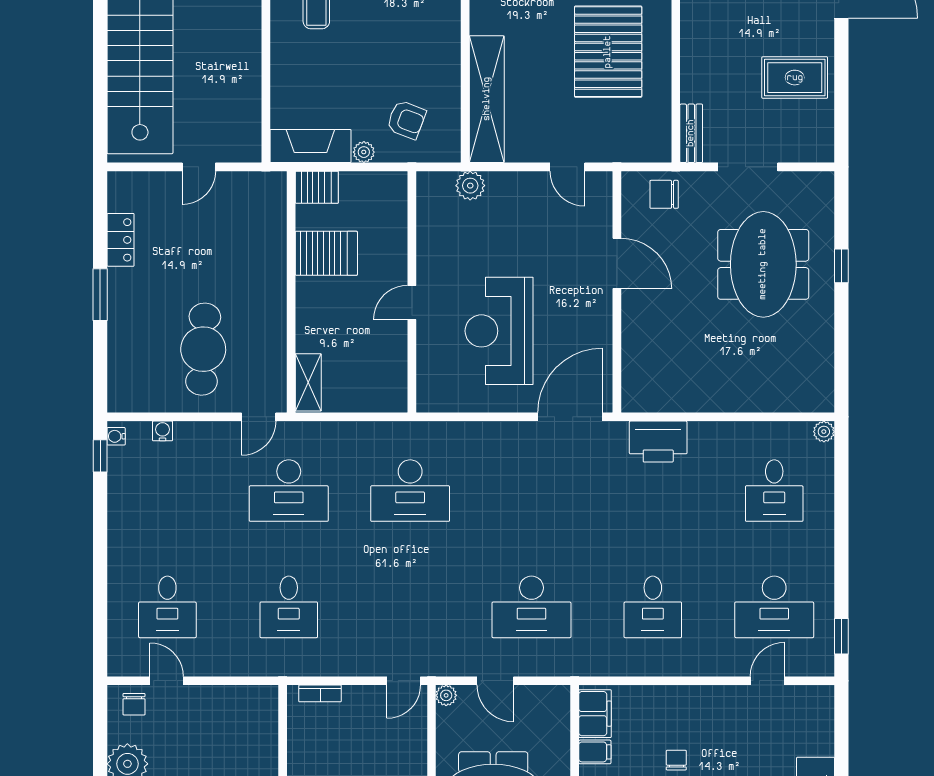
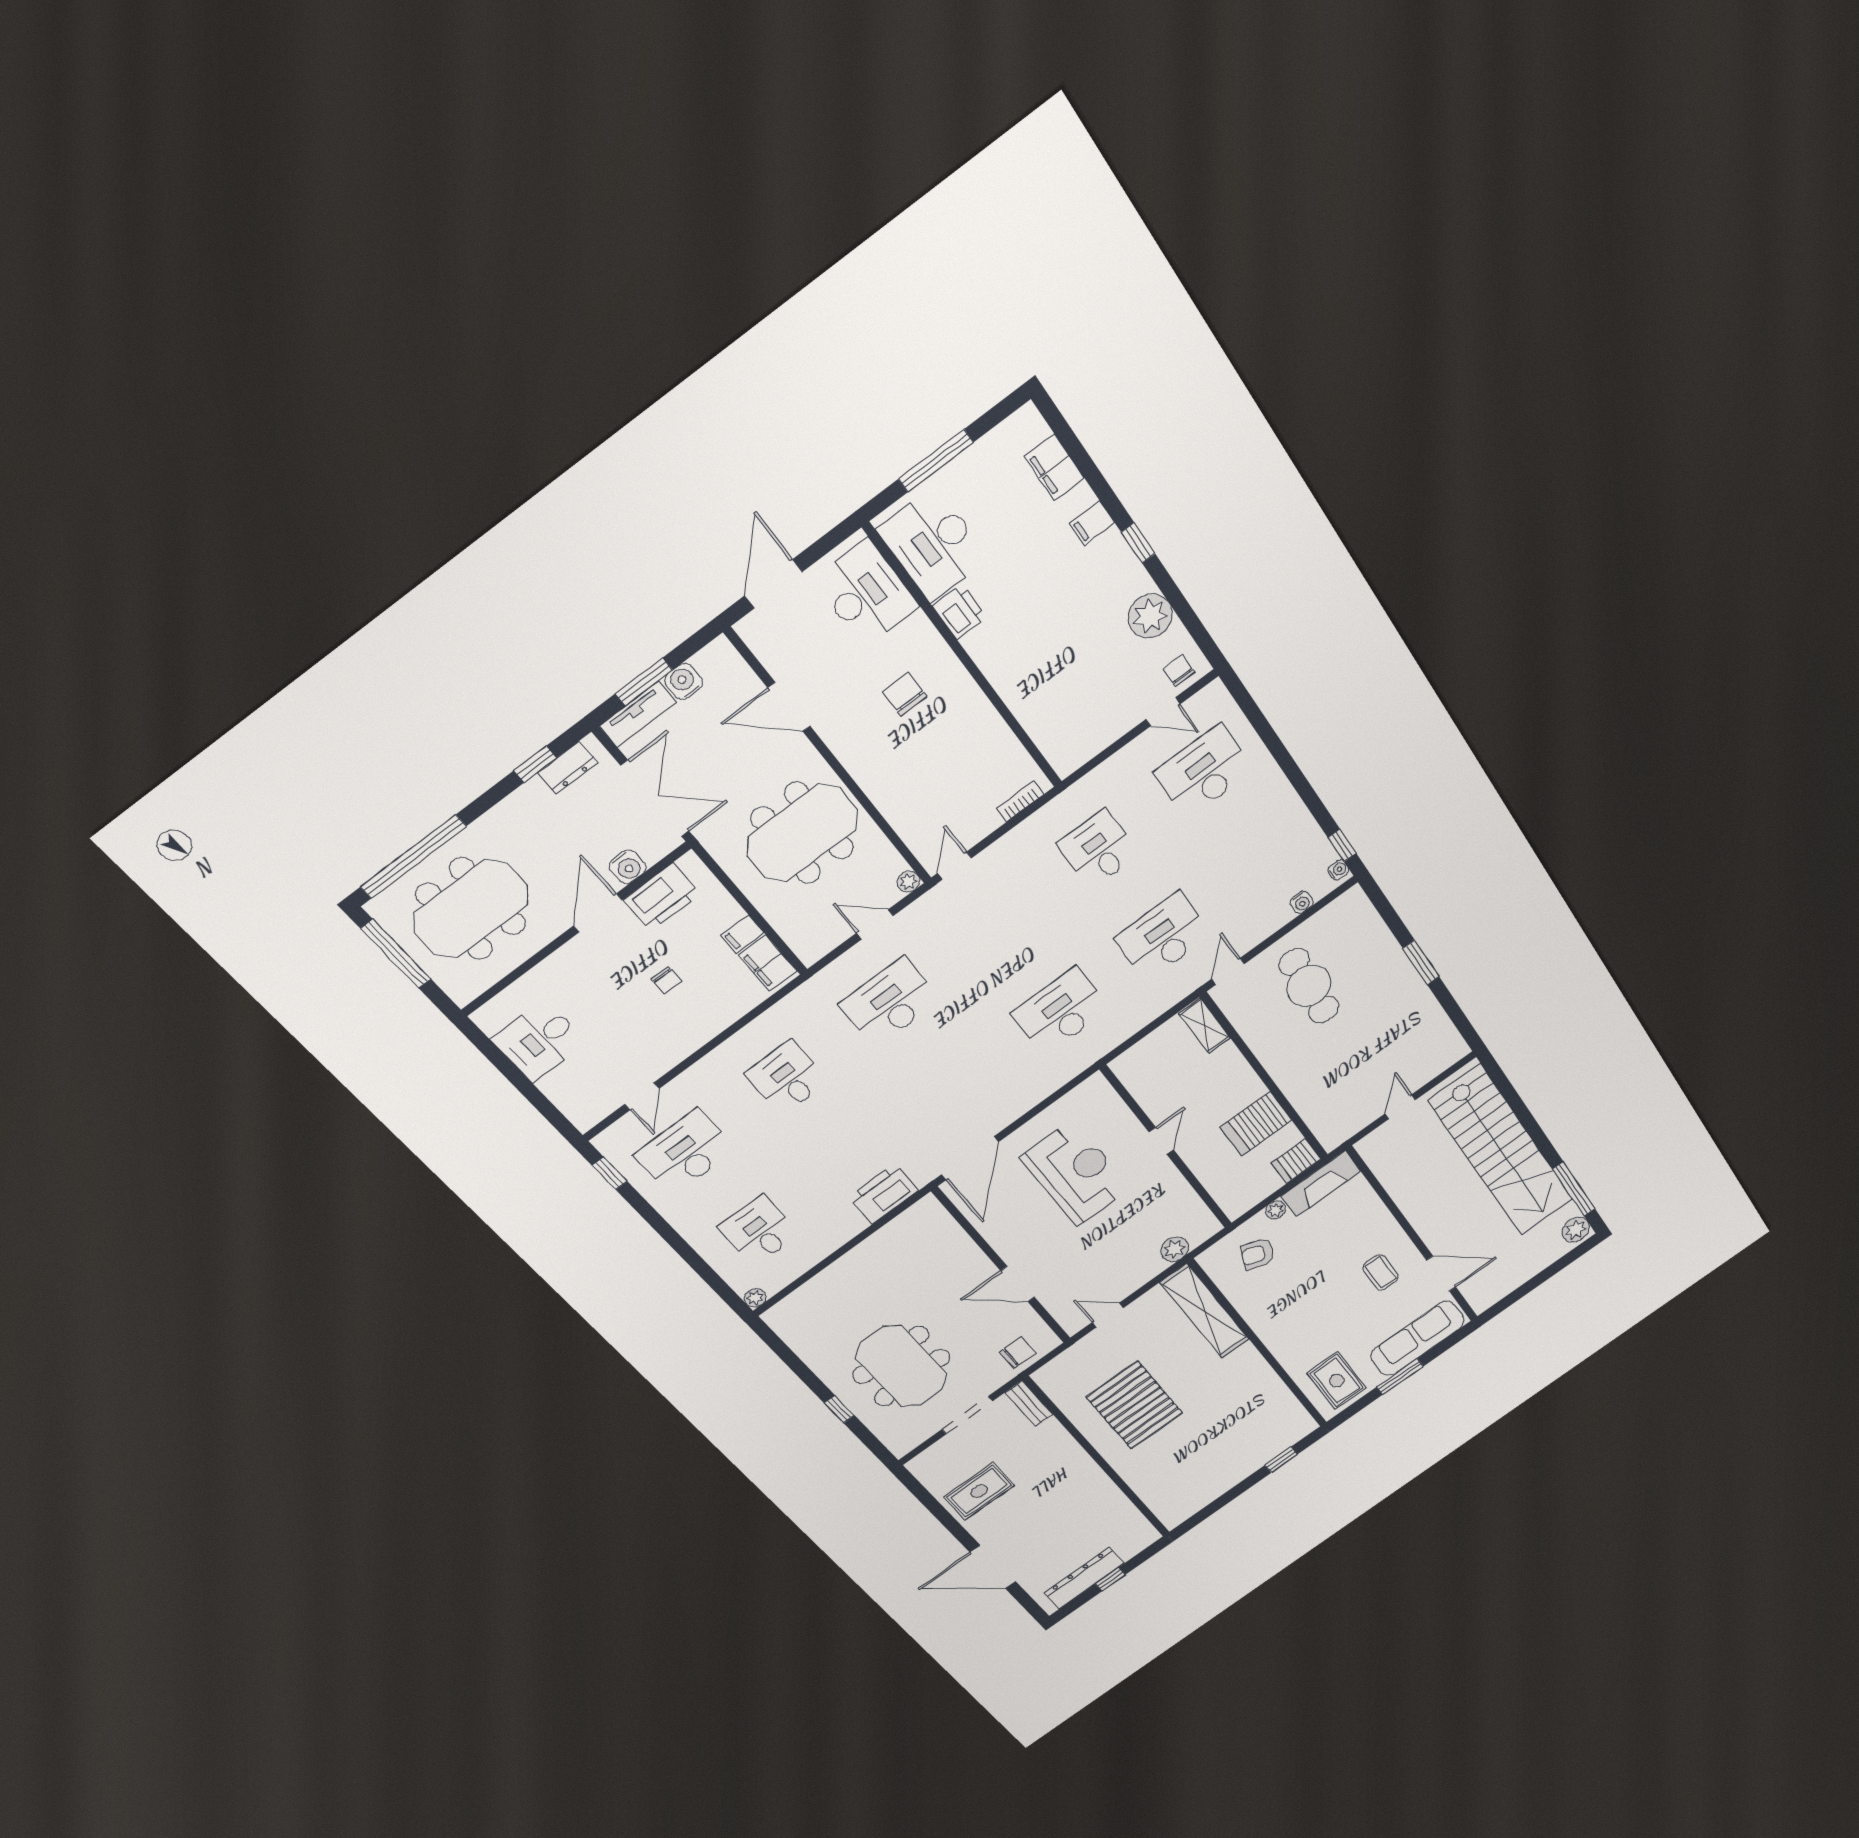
locker: (121, 240) -> (1430, 1013), removed
desk: (167, 607) -> (1204, 771), width x1.37

